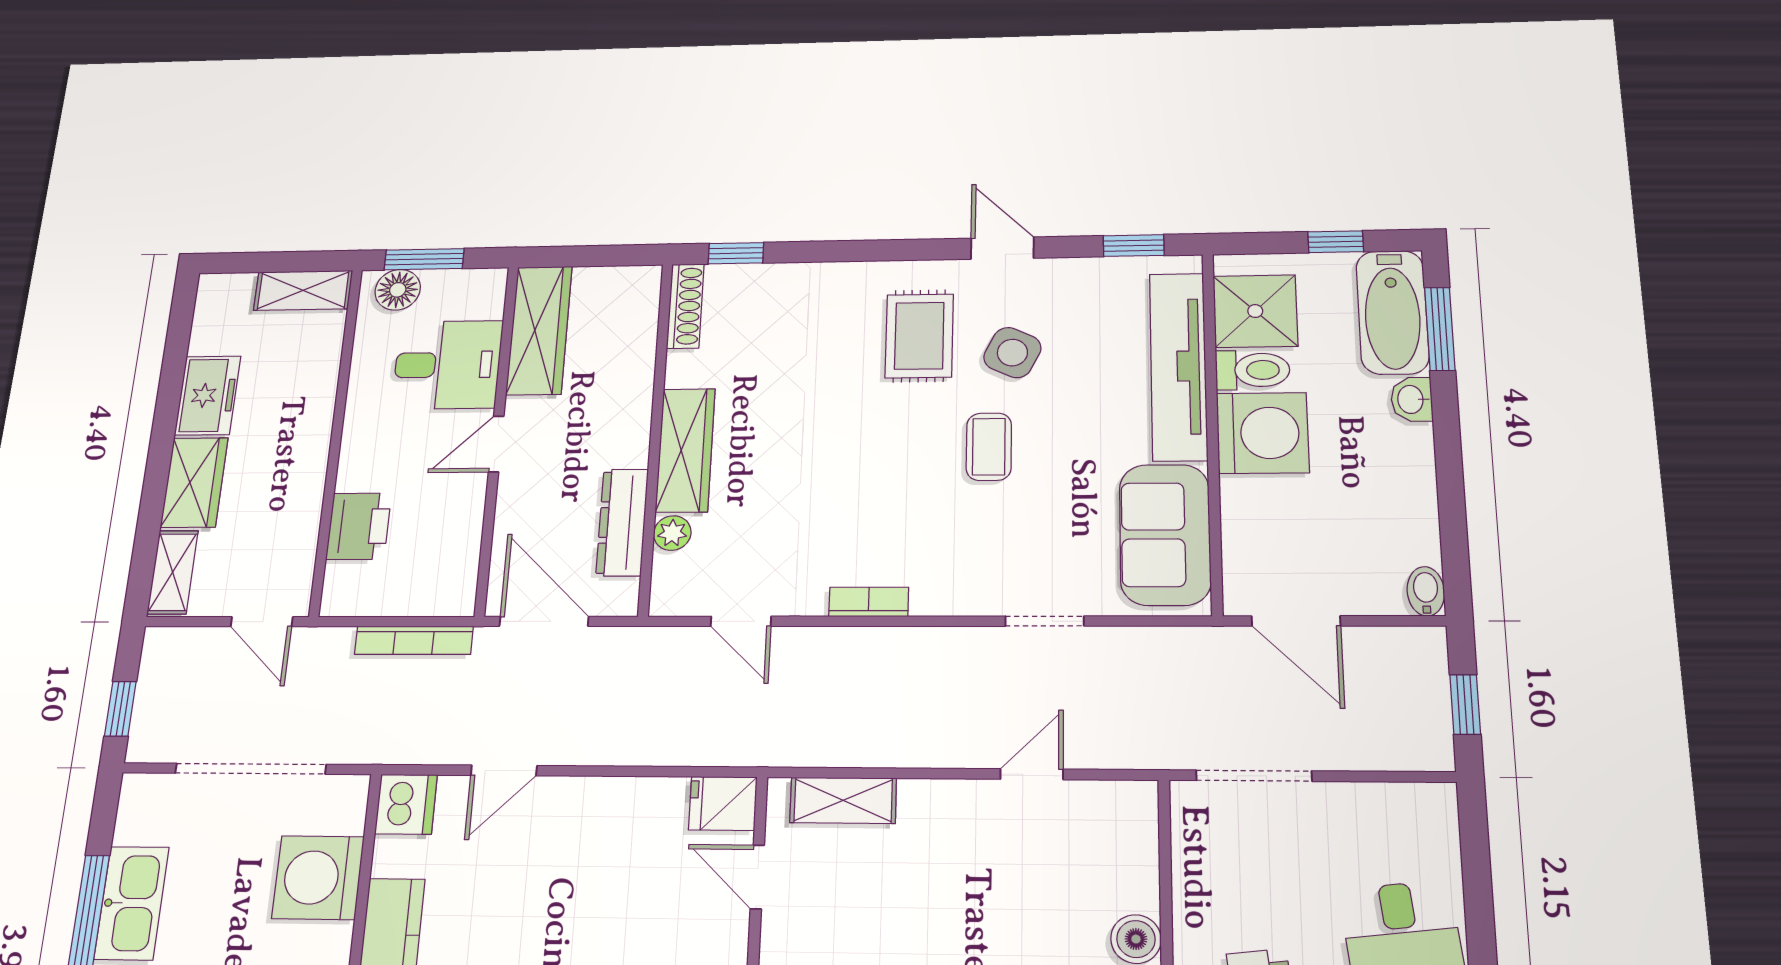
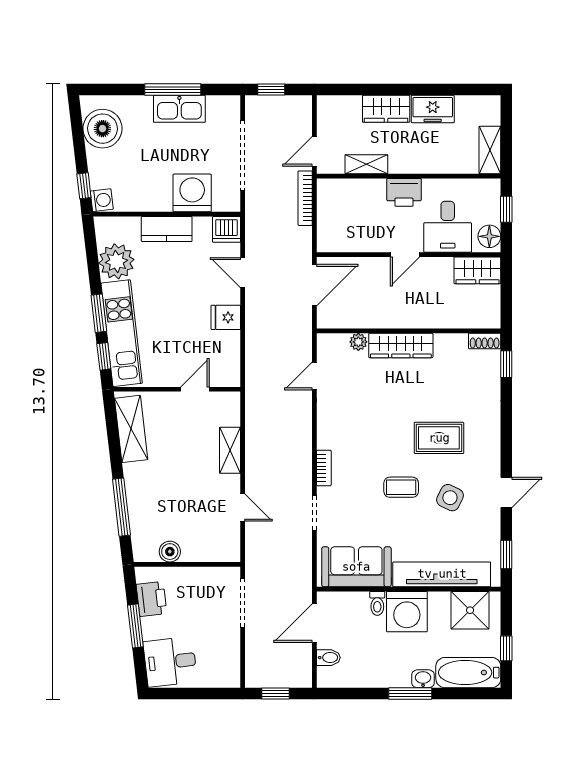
window: (424, 259) -> (506, 209), width x0.67
floor lamp: (398, 290) -> (489, 236), moved
shoe rack: (685, 306) -> (485, 341), width x0.70
window: (1440, 329) -> (410, 693), moved
wardrobe: (539, 330) -> (477, 270), width x0.67
rug: (919, 336) -> (439, 438), moved
toilet: (1253, 370) -> (377, 603), moved, width x0.73, depth x0.72
door: (496, 444) -> (405, 255), swing flipped
dresser: (622, 522) -> (364, 318), removed
printer: (359, 526) -> (404, 192), moved
shelving: (173, 572) -> (366, 164), moved
bidet: (1426, 591) -> (328, 658), moved
bookcase: (869, 602) -> (324, 468), moved
bookcase: (414, 640) -> (305, 198), moved
shelving: (843, 800) -> (230, 450), moved
fridge: (723, 803) -> (226, 317), moved, turned -90

